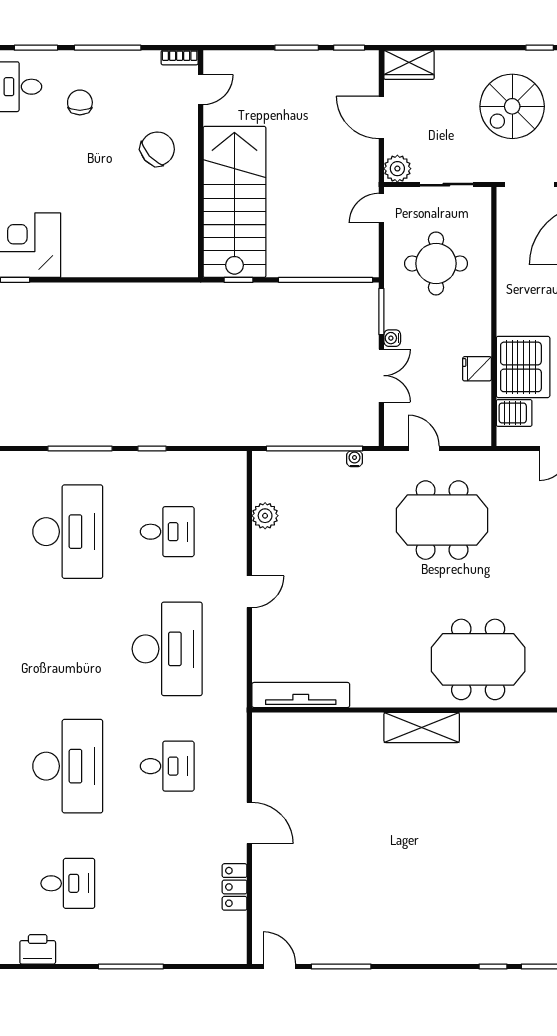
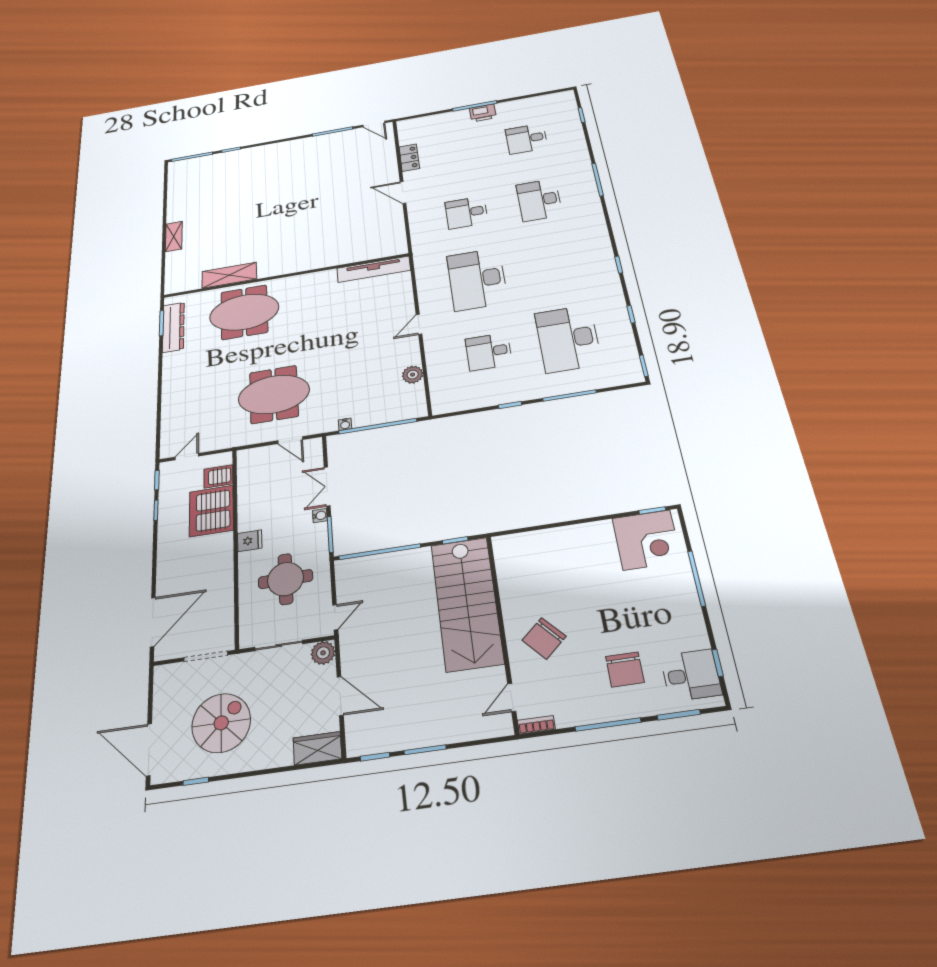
chair: (80, 102) -> (625, 669), width x1.37, depth x1.37
fridge: (477, 369) -> (250, 541), moved
shelving: (422, 727) -> (229, 275), moved
desk: (68, 766) -> (539, 200), width x0.73, depth x0.77
printer: (38, 949) -> (483, 113), moved

